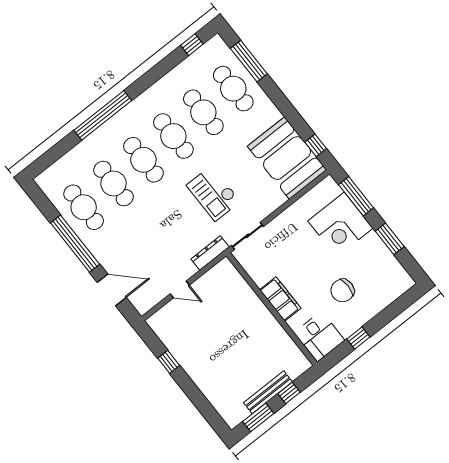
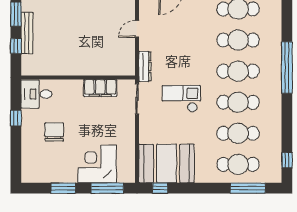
filing cabinet: (280, 299) -> (100, 88), moved

